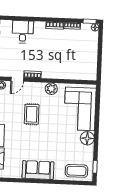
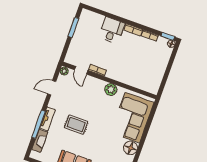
desk: (23, 32) -> (112, 30), moved
door: (17, 79) -> (81, 70), hinge flipped
rug: (32, 114) -> (76, 125), moved, turned 90

